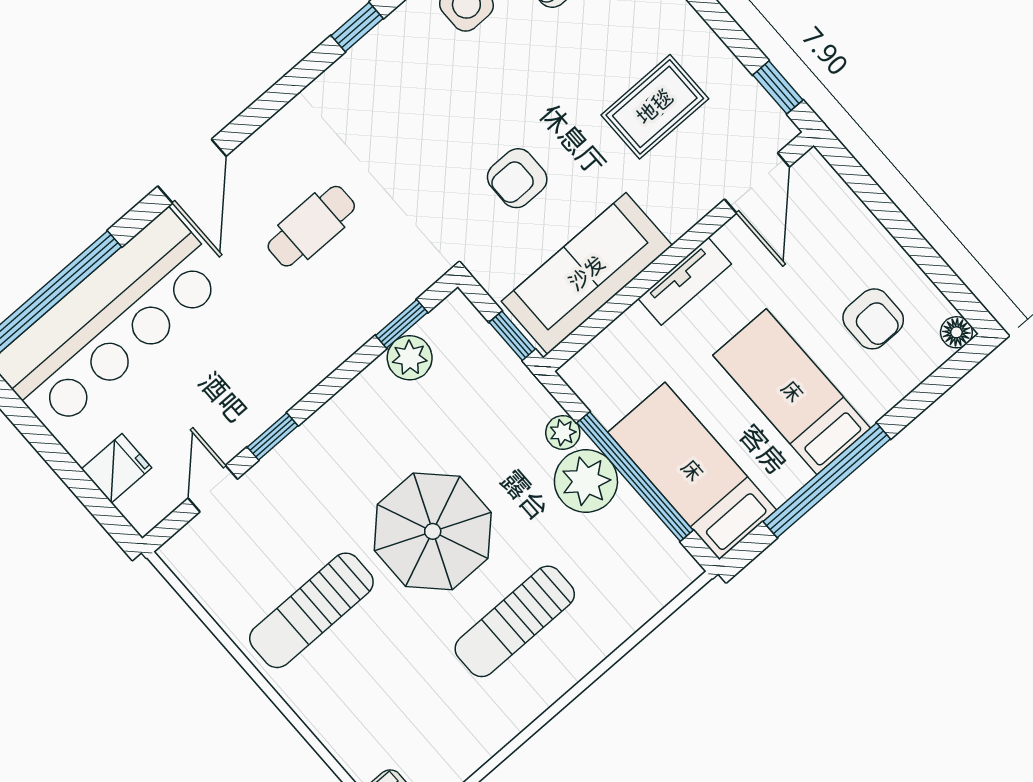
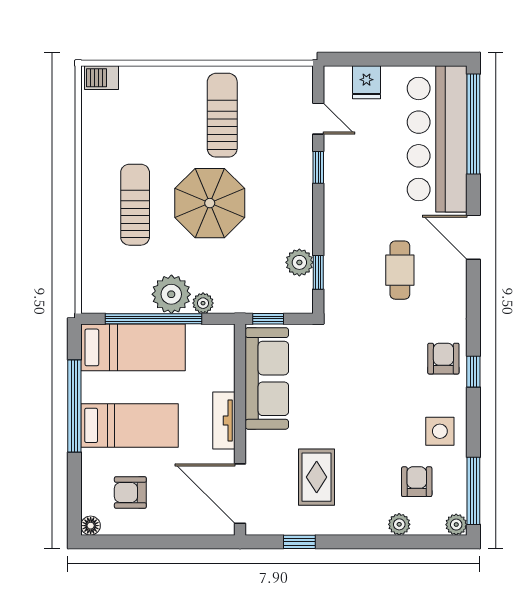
window: (778, 87) -> (299, 542), moved
armchair: (517, 178) -> (443, 359), moved
door: (757, 183) -> (240, 494), width x1.36

